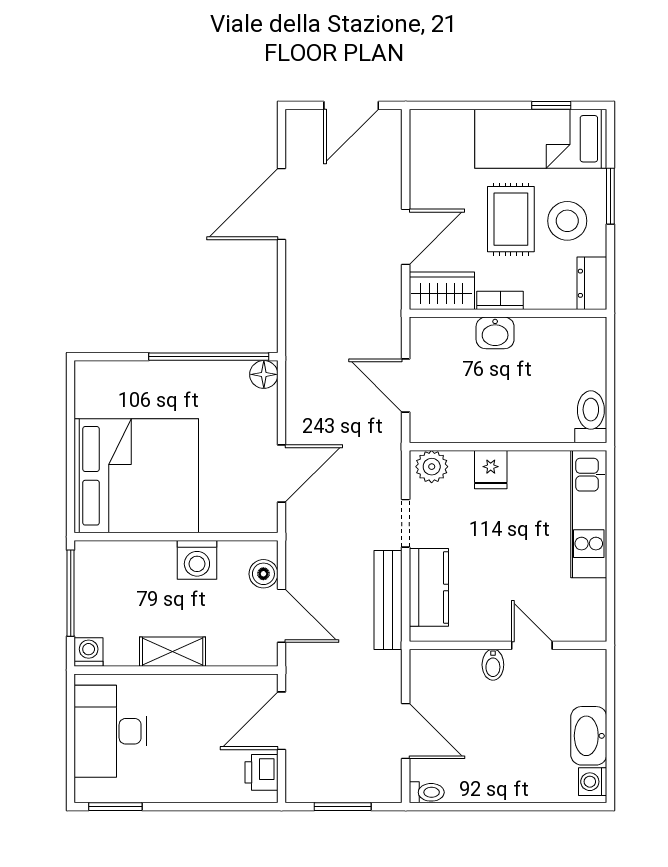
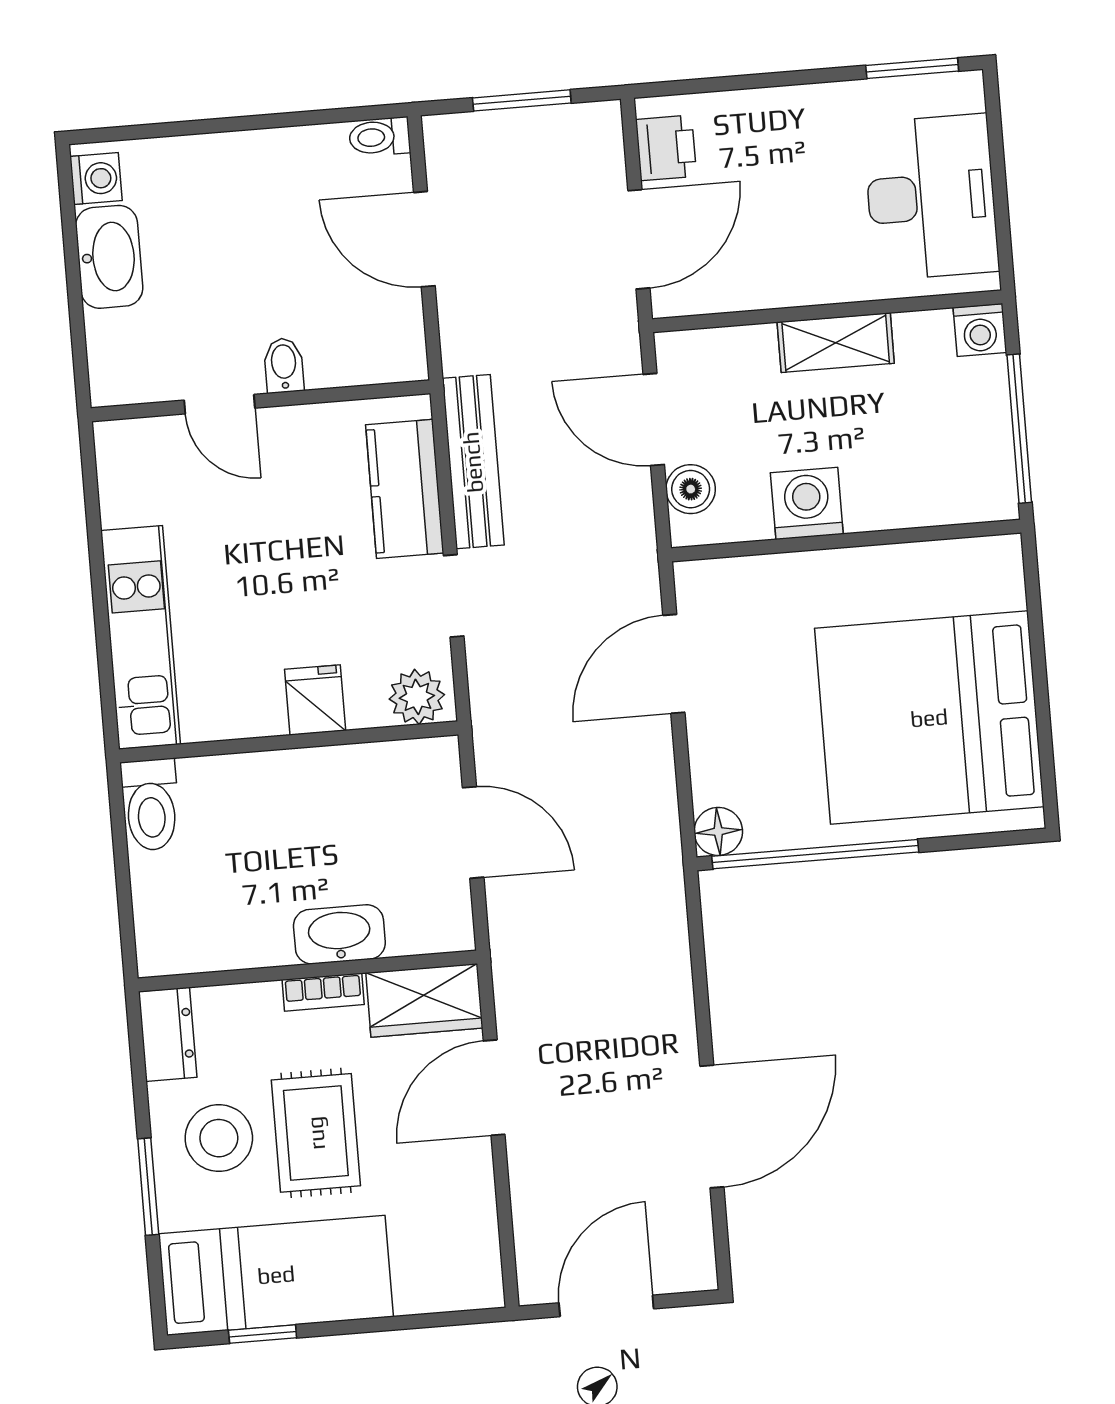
washbasin: (495, 333) -> (339, 934), width x1.38
bed: (136, 476) -> (929, 718), moved

